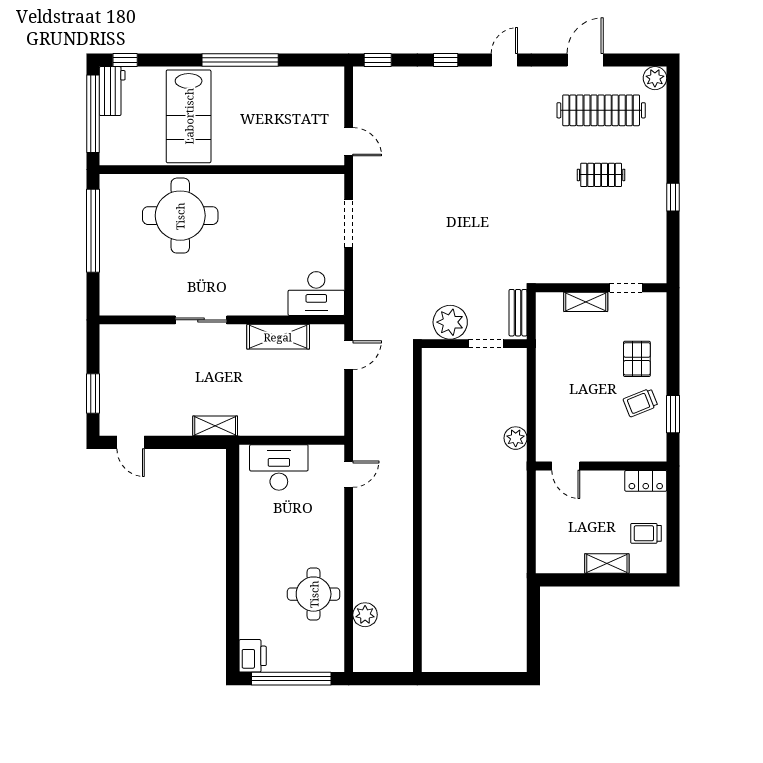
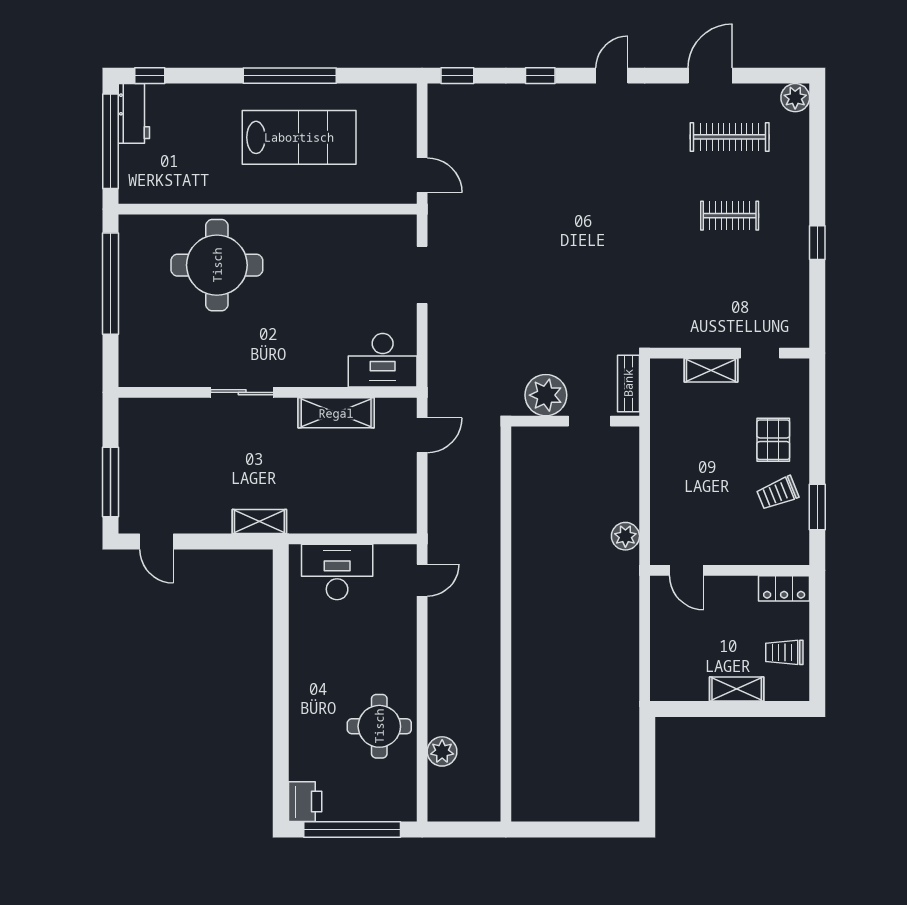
clothes rail: (601, 110) -> (730, 137), width x0.73, depth x0.76
lab bench: (189, 116) -> (299, 137), moved, turned -90
window: (93, 394) -> (111, 482), width x1.44

